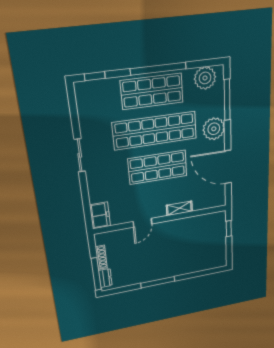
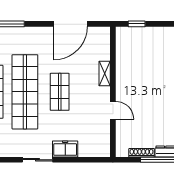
plant: (214, 129) -> (31, 37), removed
shop shelf: (158, 167) -> (60, 92), width x0.70, depth x0.74
freezer: (100, 215) -> (65, 149), moved

